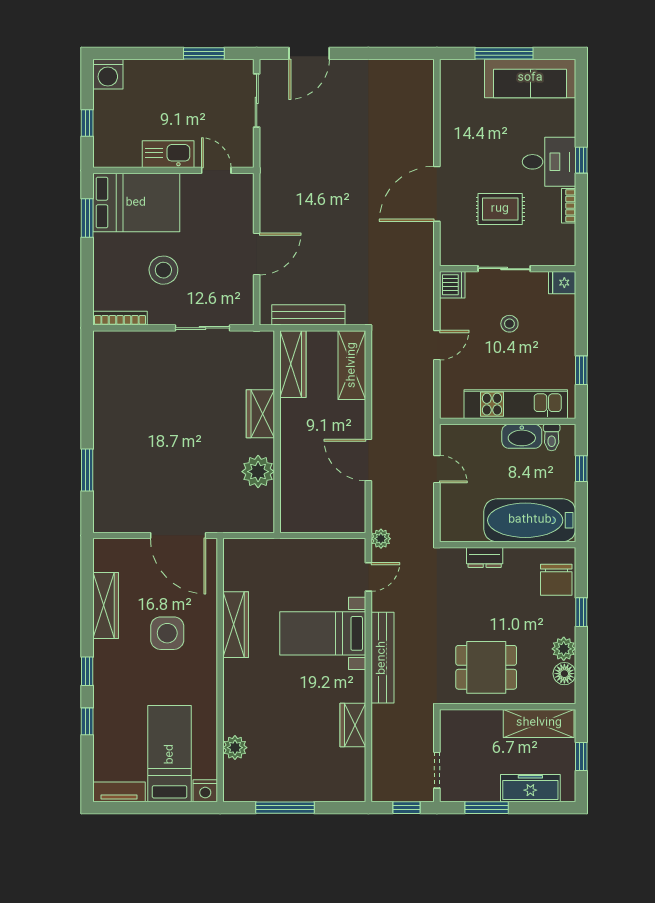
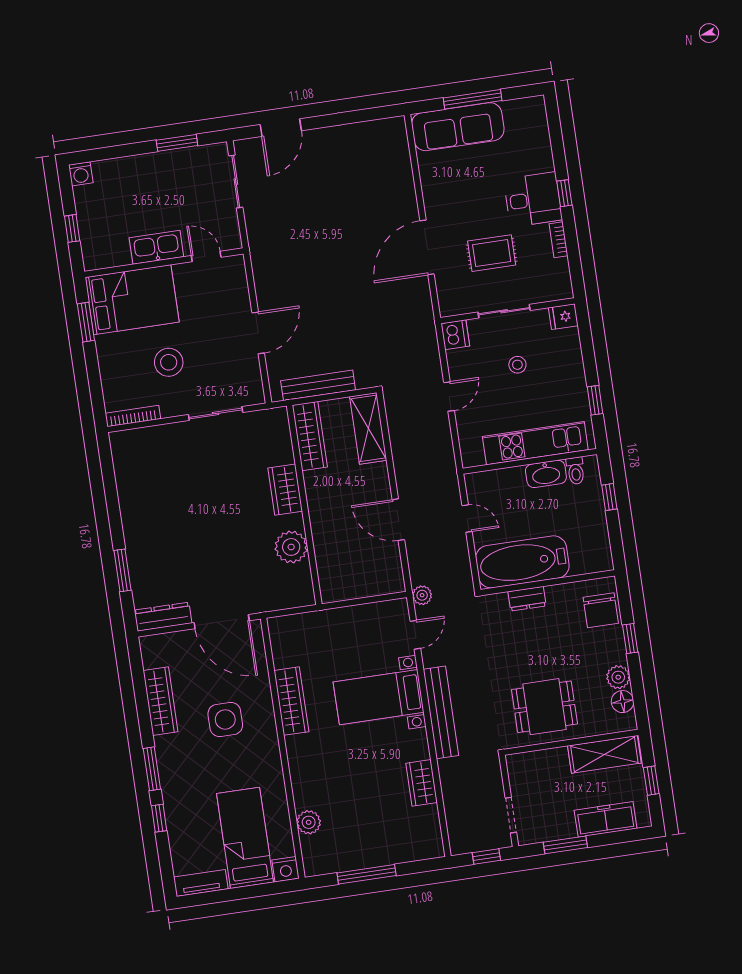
washing machine: (108, 74) -> (81, 174), width x0.73, depth x0.73
sofa: (530, 78) -> (458, 127), moved
bathtub: (530, 520) -> (522, 562), moved
dresser: (121, 522) -> (163, 617), added
window: (87, 671) -> (152, 769), width x1.50

